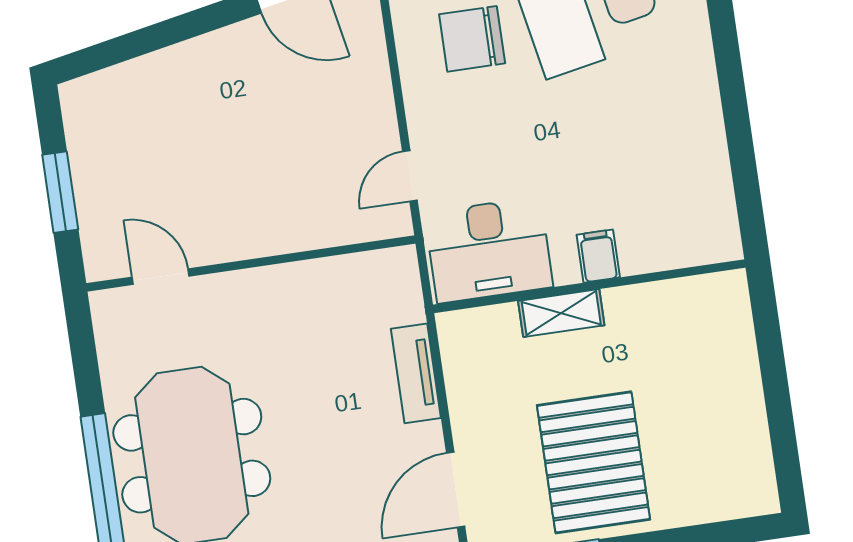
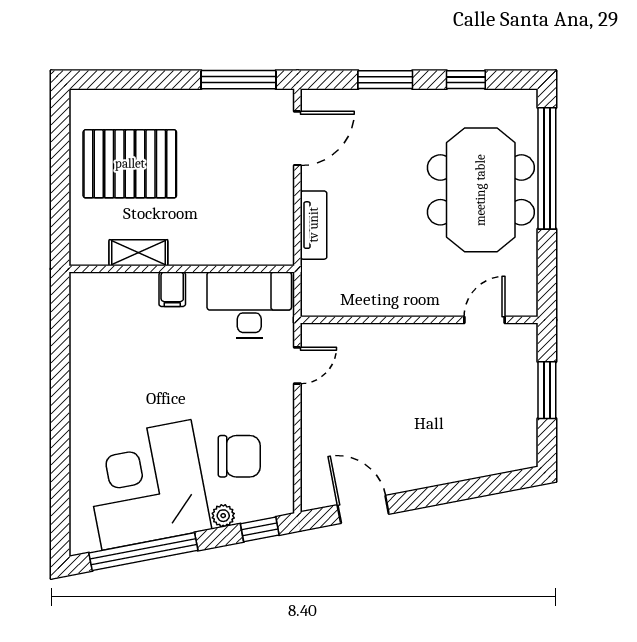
door: (161, 277) -> (484, 320), swing flipped
shelving: (561, 313) -> (138, 253), moved
pallet: (593, 462) -> (130, 164), moved, turned 90

